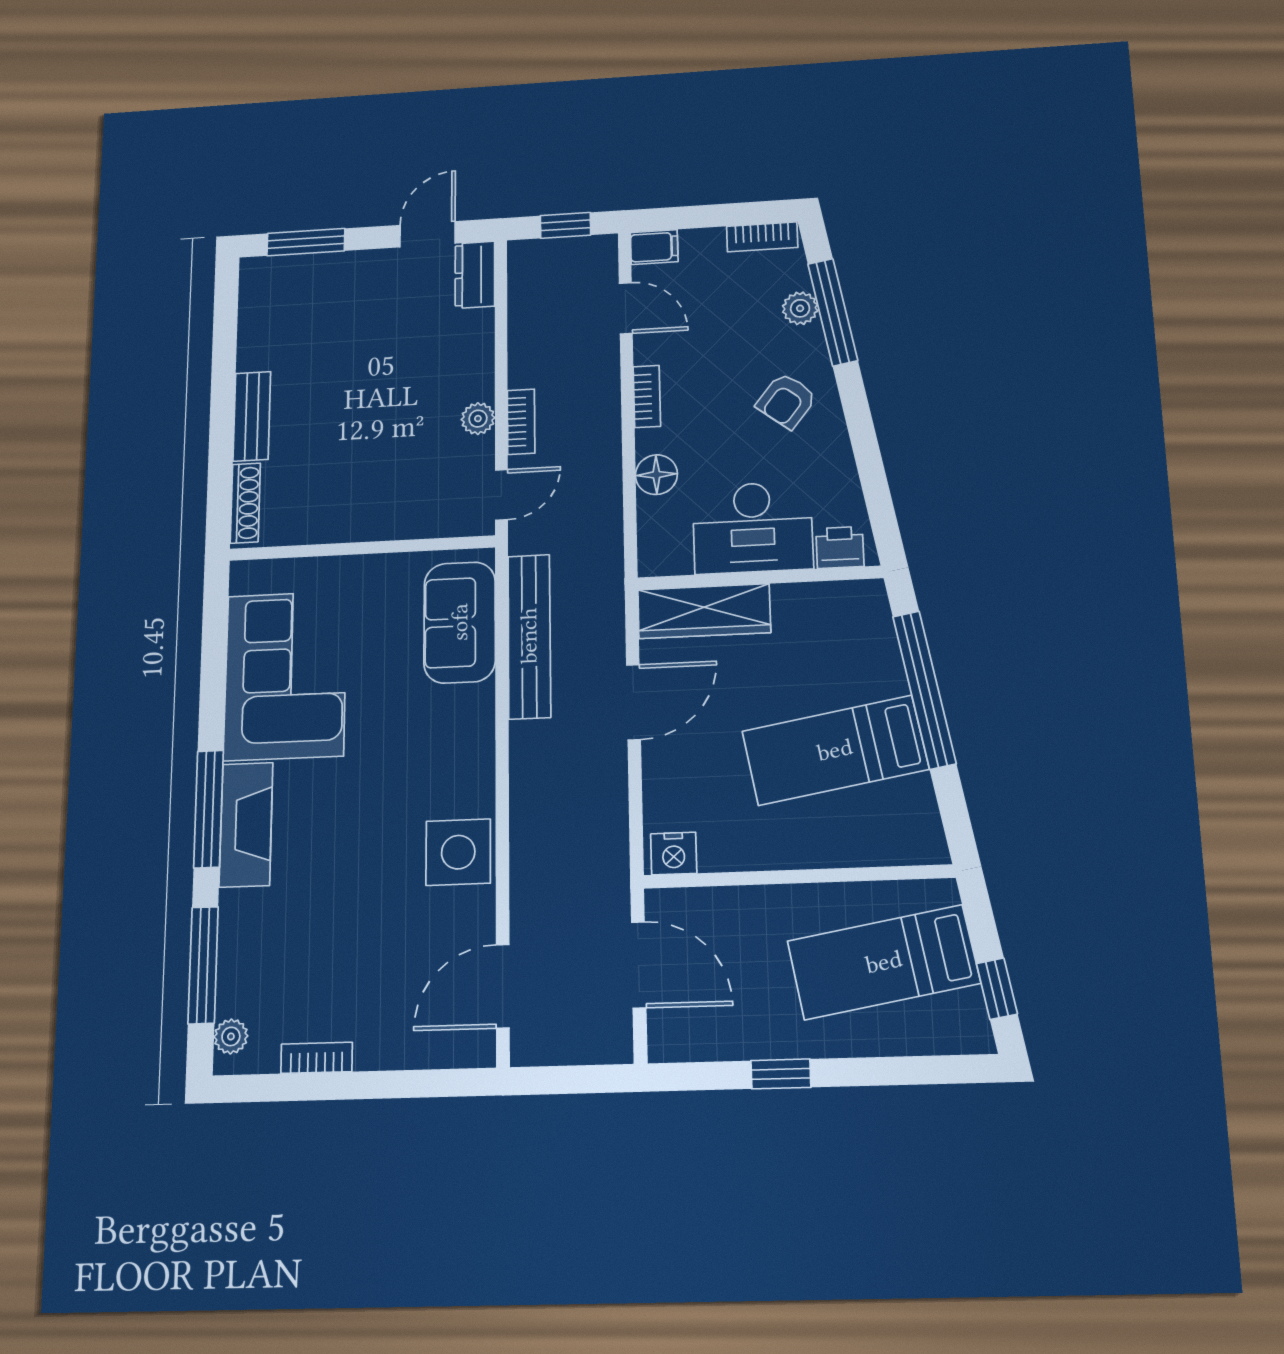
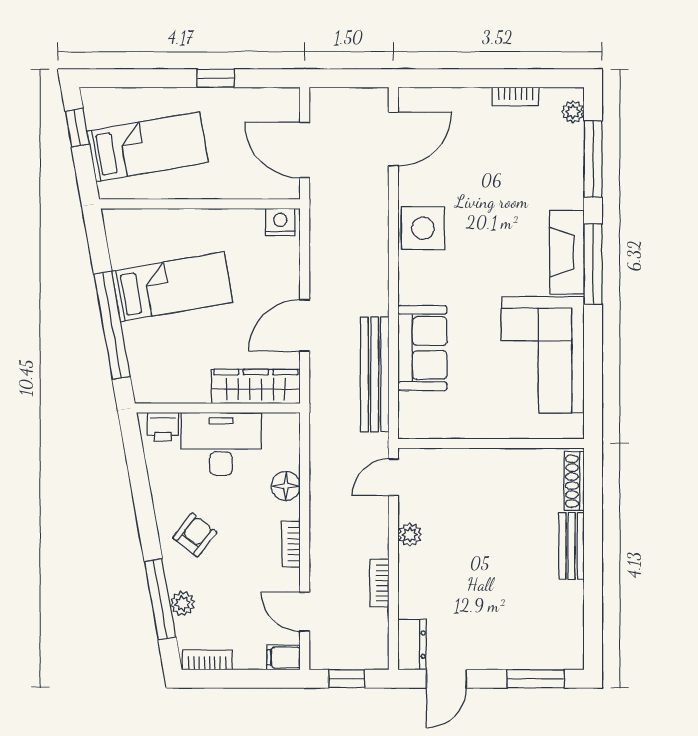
bookcase: (521, 422) -> (379, 583), moved
sofa: (460, 622) -> (422, 348), moved

